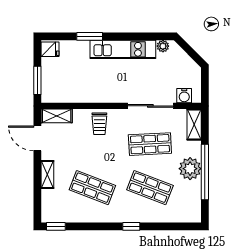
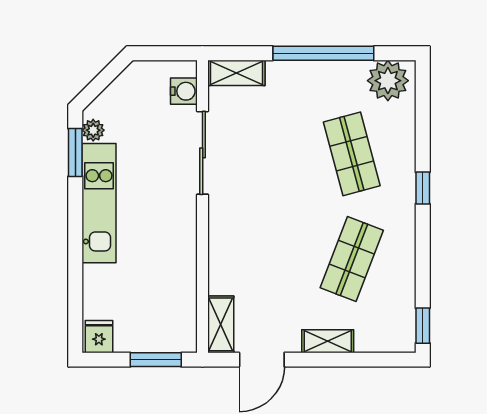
window: (90, 36) -> (75, 152), moved
trolley: (99, 124) -> (235, 246), removed
shop shelf: (150, 144) -> (272, 154), removed
plant: (190, 169) -> (388, 81), moved
shop shelf: (150, 188) -> (352, 154), turned -36

